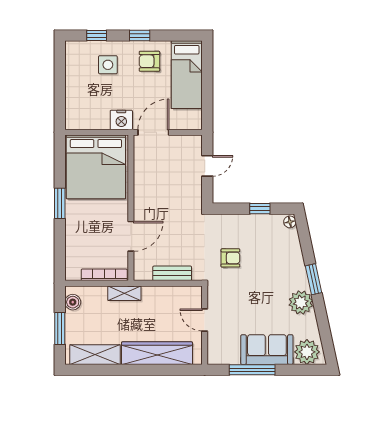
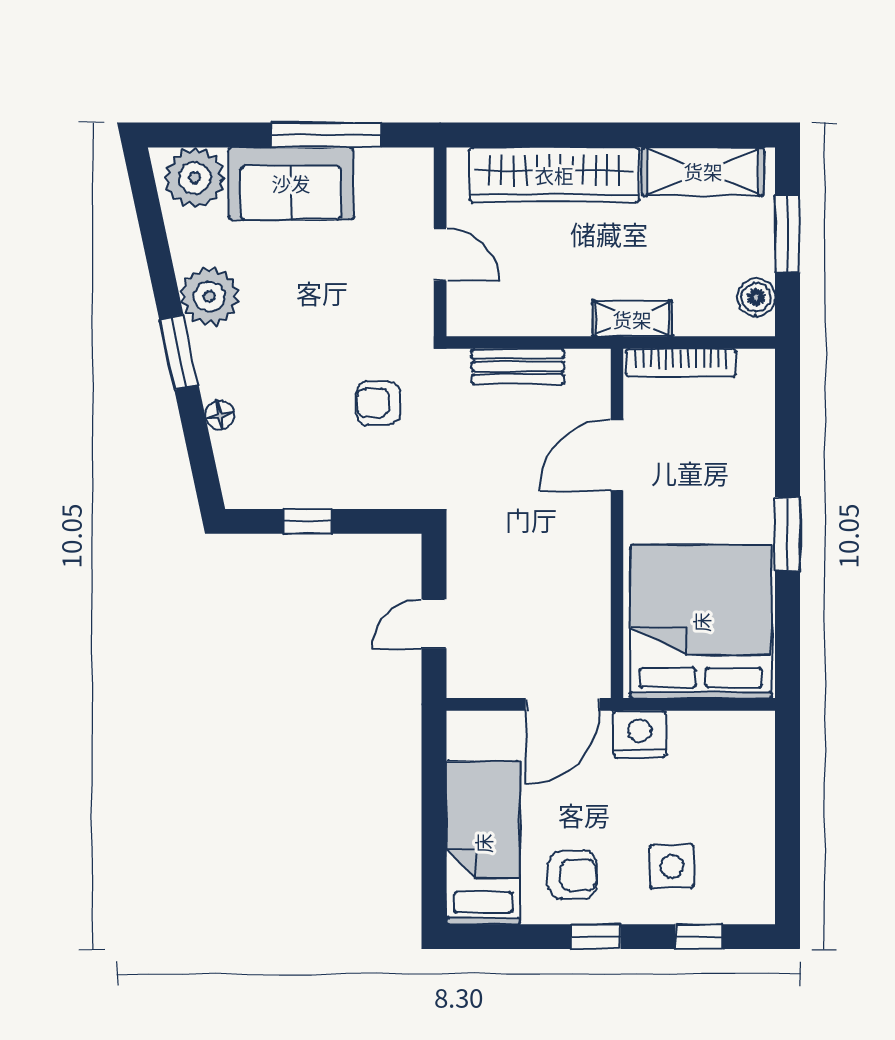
floor lamp: (290, 222) -> (220, 415), moved

